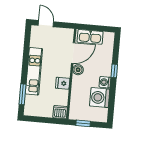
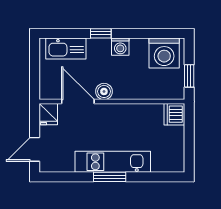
kitchen sink: (90, 37) -> (66, 48), moved, turned 90
fridge: (63, 83) -> (48, 114), moved
window: (22, 94) -> (110, 177), moved
washing machine: (100, 98) -> (164, 53), moved

